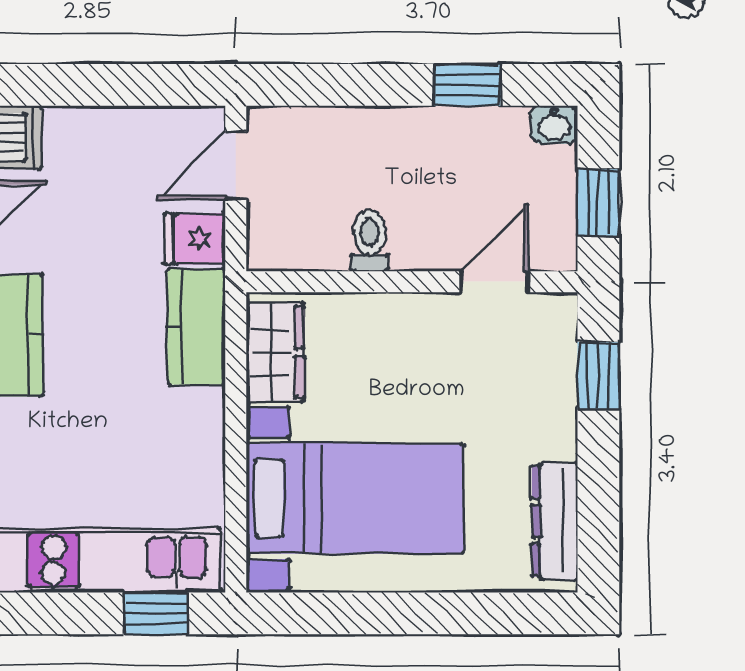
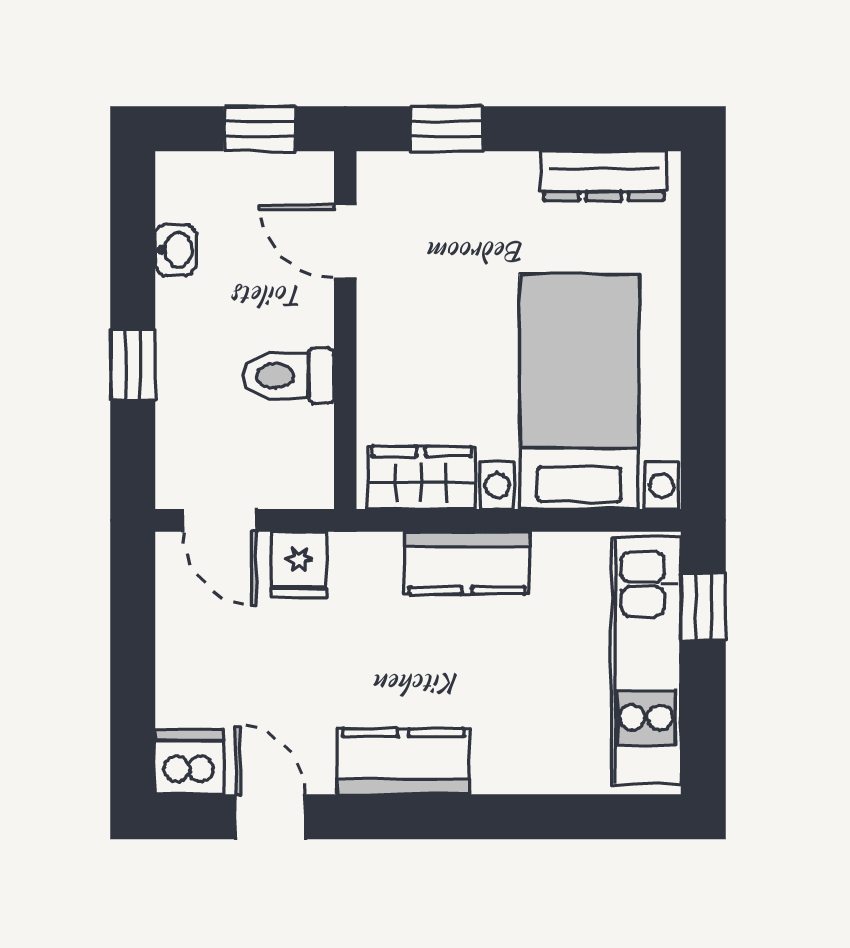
window: (467, 85) -> (133, 365), moved
washbasin: (554, 125) -> (176, 250), moved
toilet: (370, 241) -> (288, 376), width x1.37, depth x1.39
kitchen counter: (196, 327) -> (467, 563), moved

